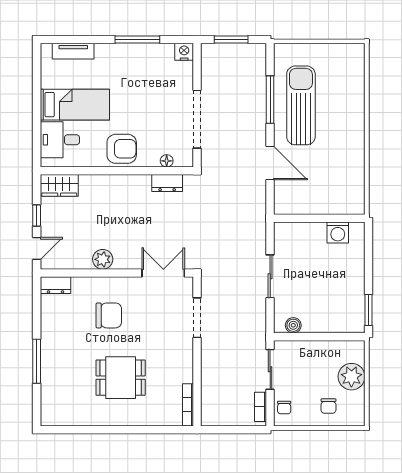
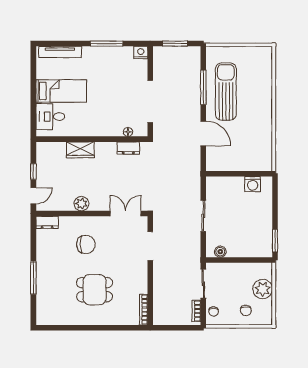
tv unit: (73, 51) -> (60, 52), width x1.41
armchair: (122, 149) -> (95, 123), removed
wardrobe: (59, 185) -> (80, 150), moved

